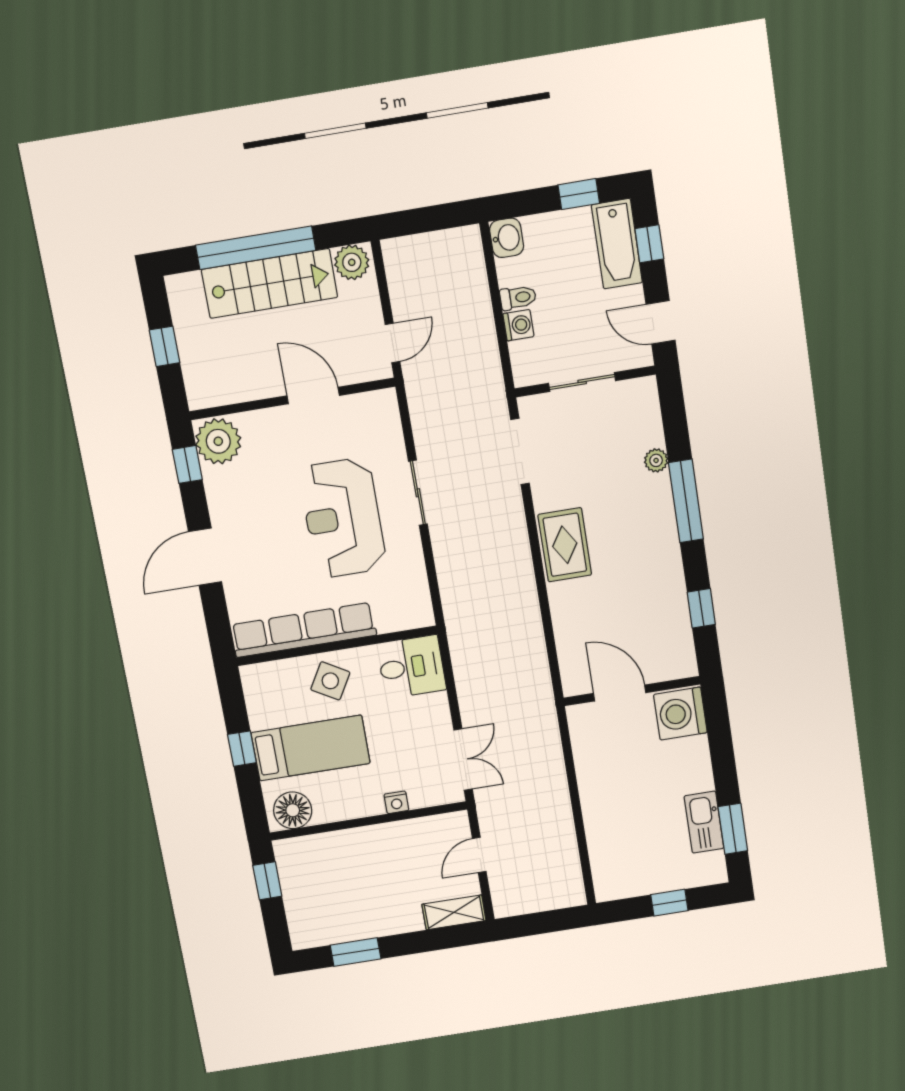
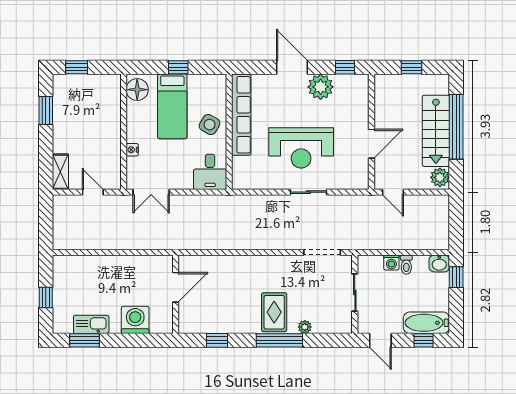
window: (579, 194) -> (456, 277), moved
door: (661, 322) -> (380, 340), swing flipped
plant: (218, 441) -> (321, 87), moved
reception desk: (343, 518) -> (301, 148), turned 180
rug: (565, 545) -> (274, 312), moved, turned 90
washing machine: (680, 714) -> (135, 320), moved
window: (267, 881) -> (77, 67), moved

